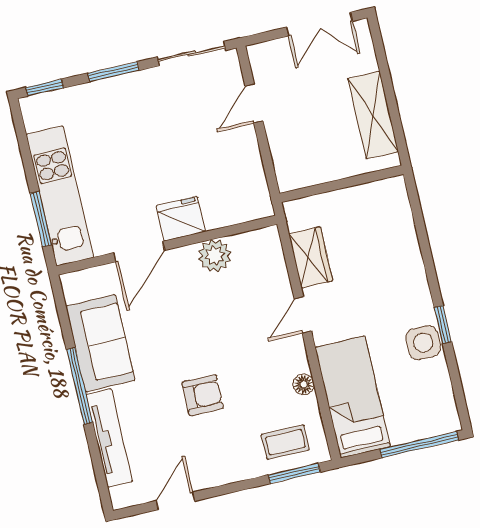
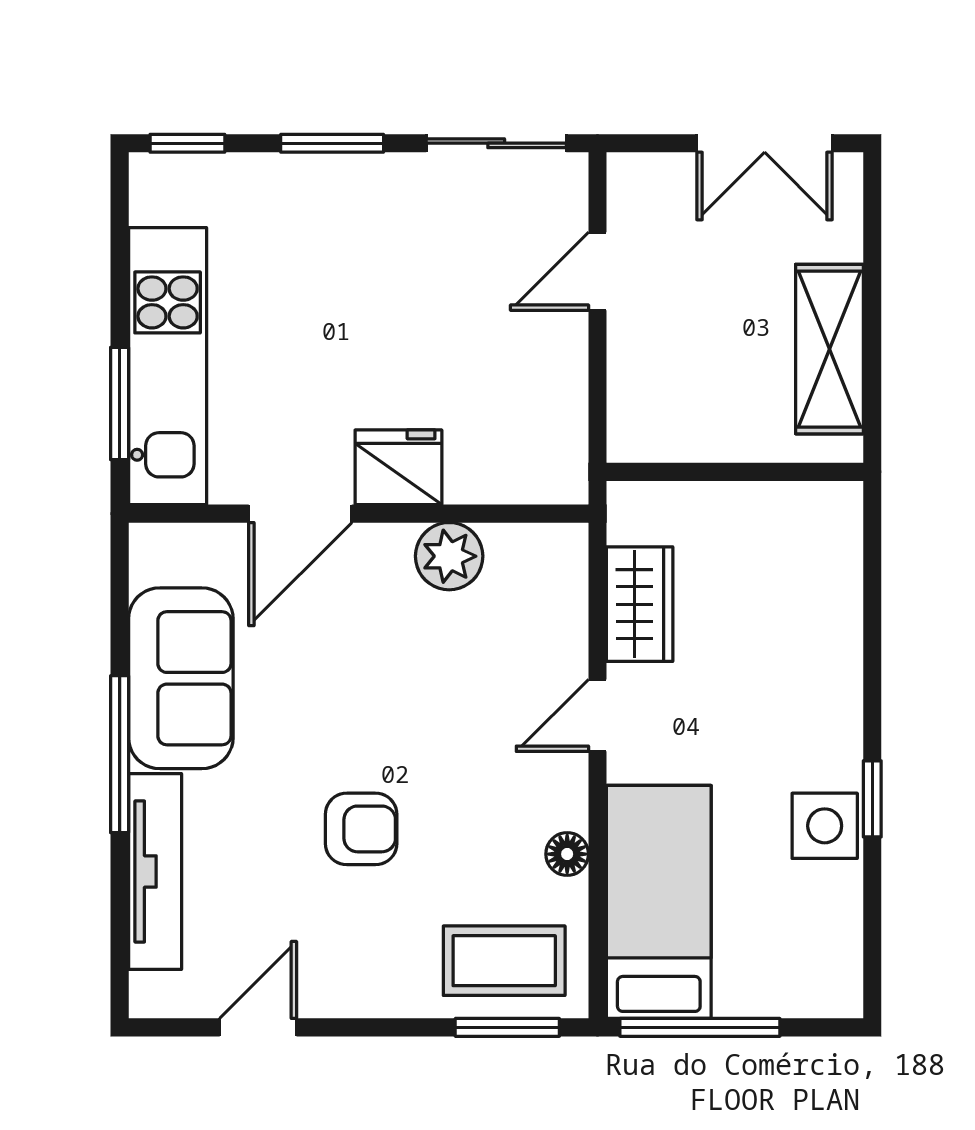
coffee table: (285, 442) -> (504, 961), width x1.36, depth x1.30
window: (419, 445) -> (700, 1027), moved

